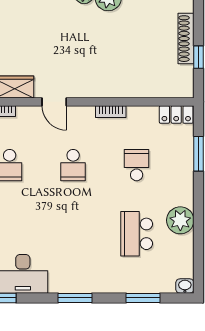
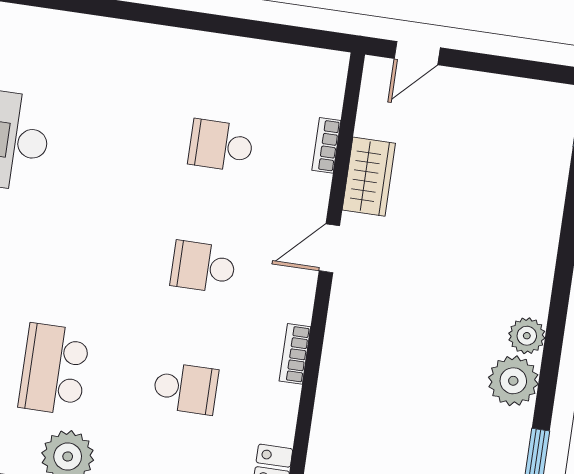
school desk: (137, 234) -> (54, 369), turned -90

